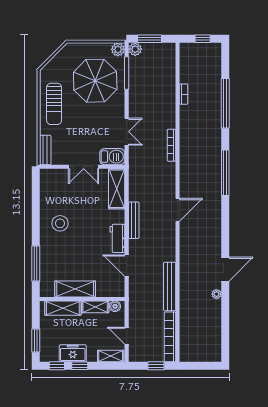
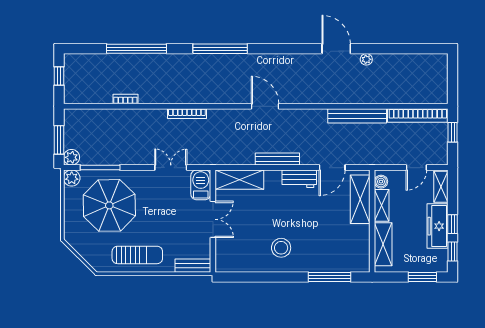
shelving: (75, 289) -> (360, 199), moved
freezer: (73, 353) -> (438, 226), width x1.40

